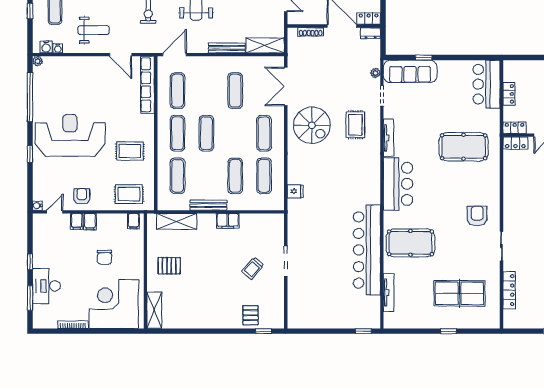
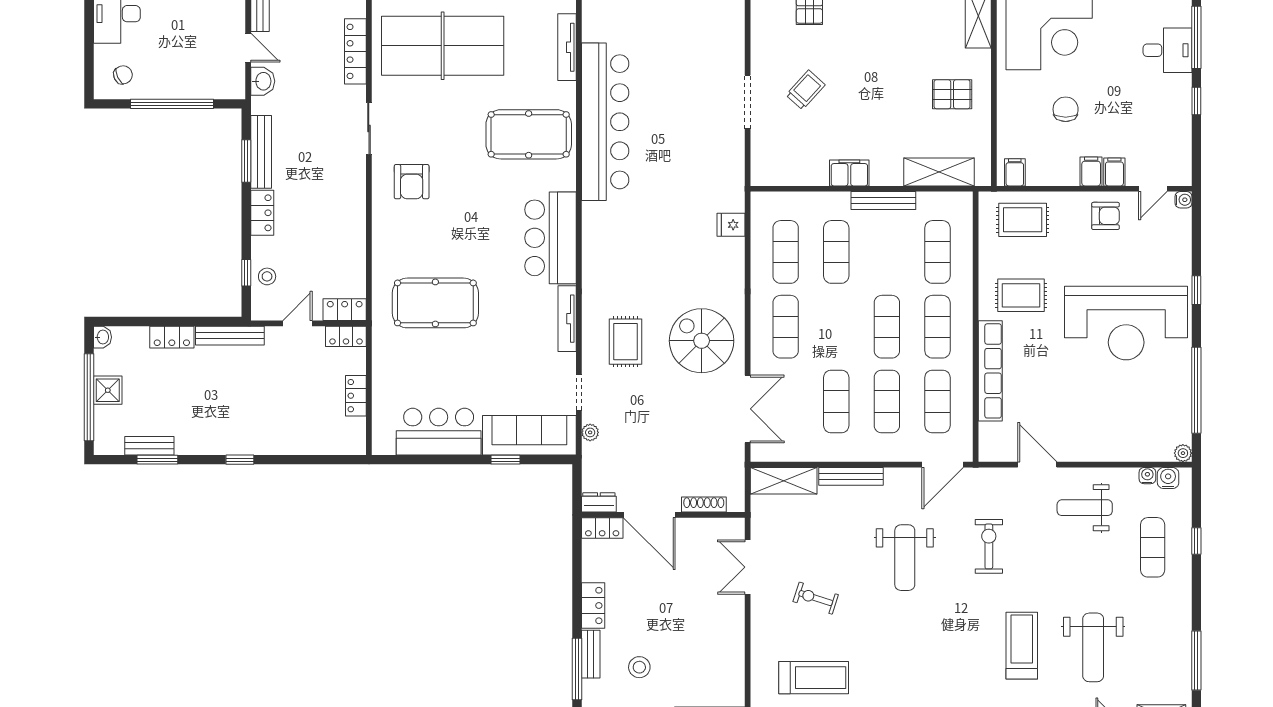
bar counter: (487, 84) -> (439, 432), moved, turned -90
row of seats: (147, 85) -> (990, 371), moved
exercise mat: (206, 91) -> (887, 401), added
armchair: (82, 196) -> (1106, 216), turned -90
desk: (46, 286) -> (1167, 50), width x0.73
table tennis table: (459, 293) -> (443, 46), width x1.36, depth x1.32
window: (30, 298) -> (1196, 37), width x1.44

